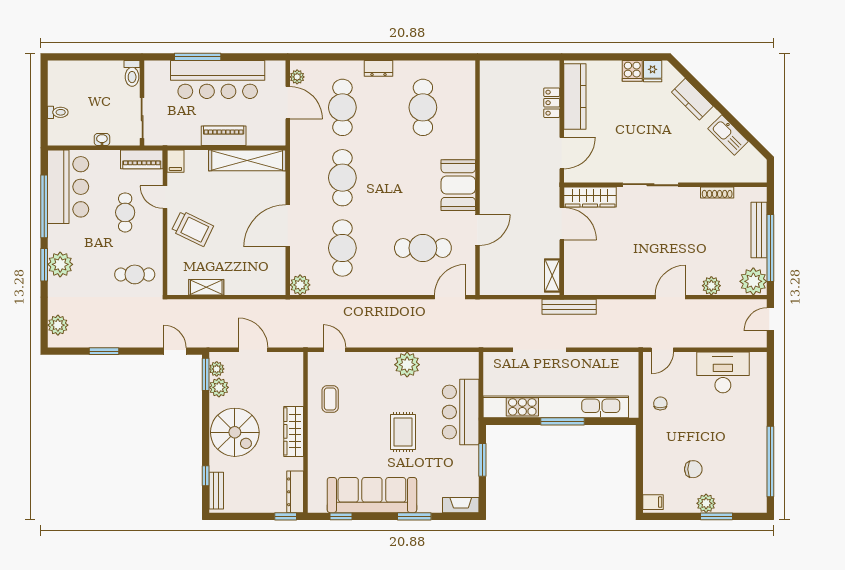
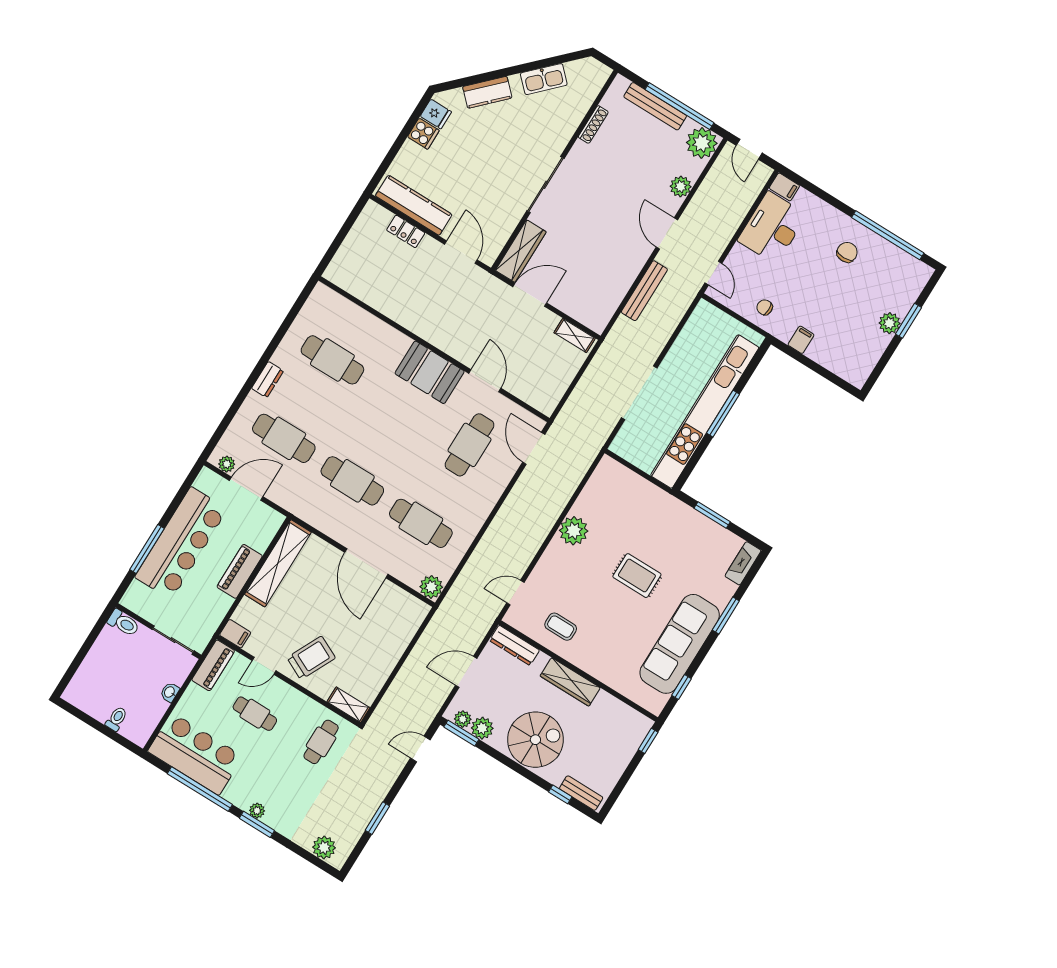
plant: (60, 264) -> (257, 811), width x0.53, depth x0.53
shelving: (206, 287) -> (348, 705), moved, turned 90
bench: (569, 307) -> (644, 291), moved
filing cabinet: (759, 363) -> (784, 187), added
bar counter: (461, 412) -> (652, 507), removed
chair: (693, 469) -> (847, 252), moved
dresser: (295, 492) -> (514, 645), moved
filing cabinet: (653, 502) -> (801, 340), moved

